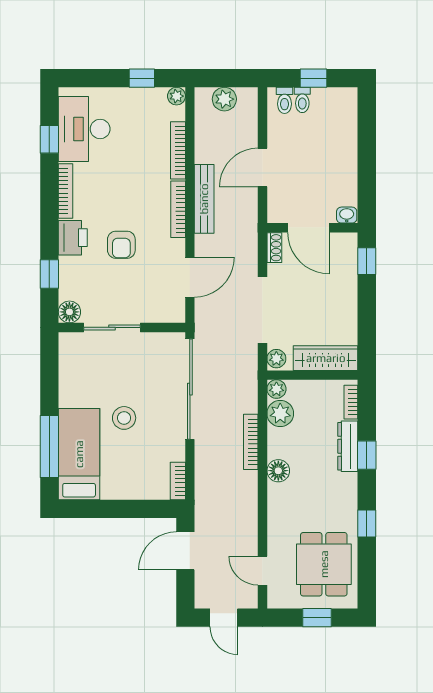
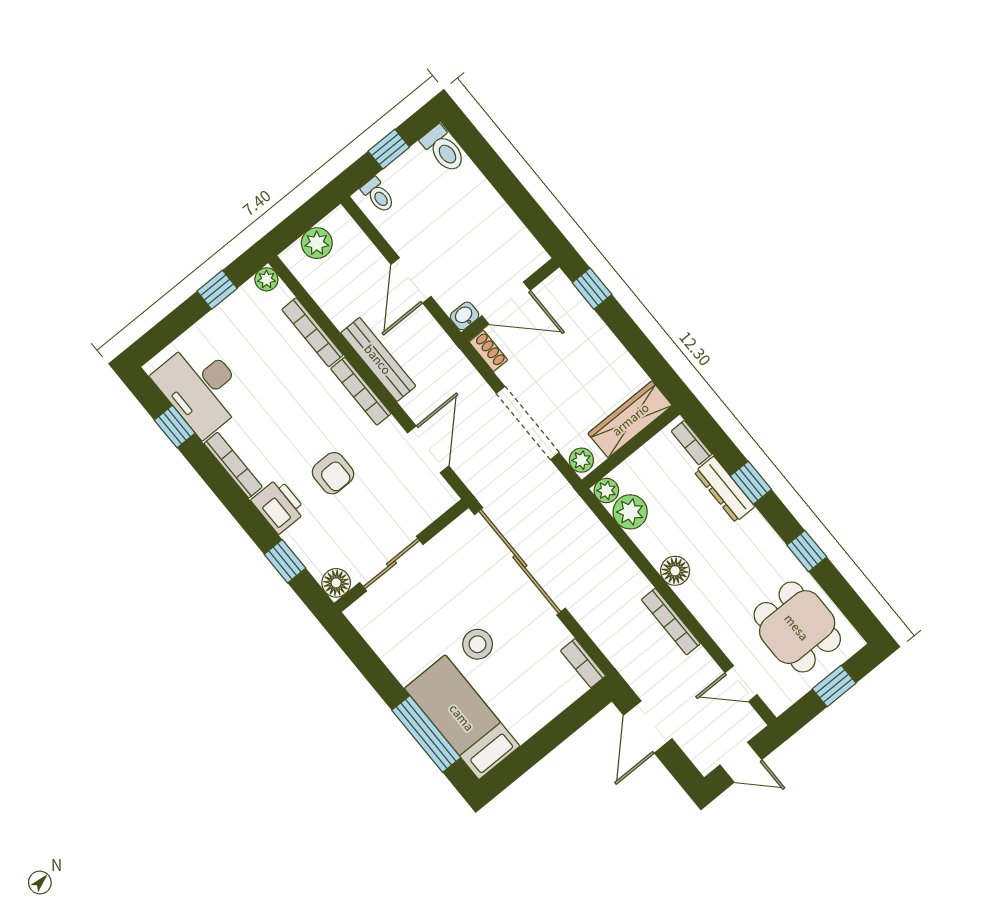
toilet: (302, 100) -> (443, 149), moved, width x1.37, depth x1.39
washbasin: (347, 215) -> (465, 316), moved
bookcase: (251, 442) -> (671, 622), moved

